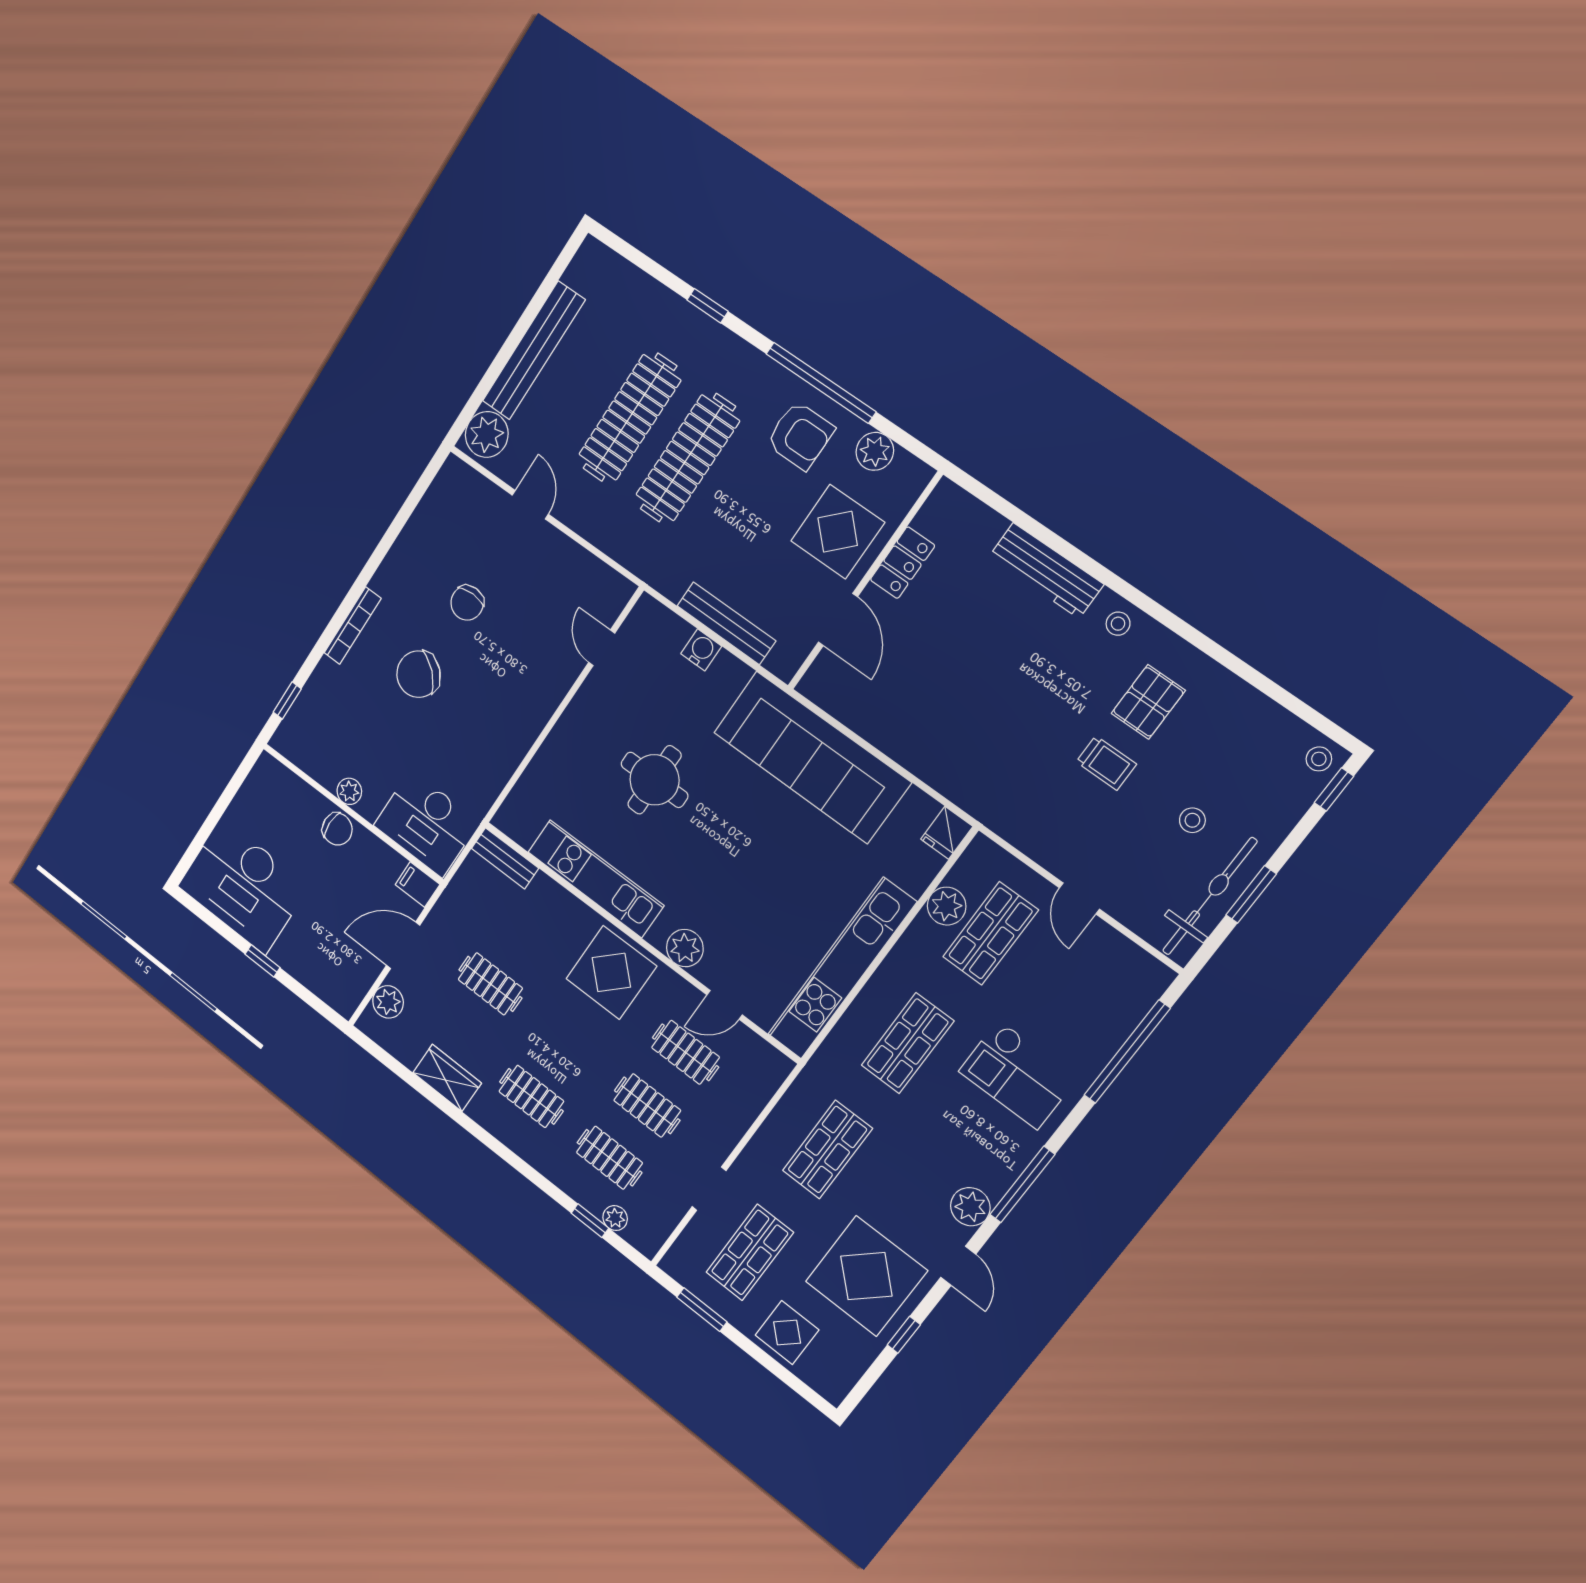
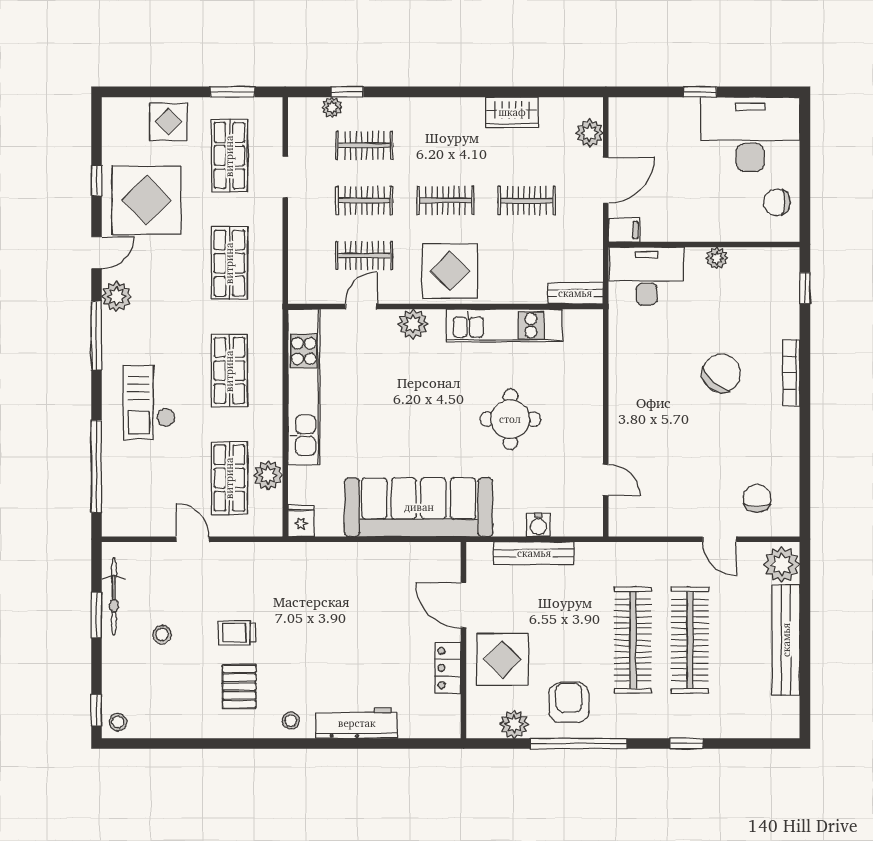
armchair: (800, 436) -> (569, 702), turned 90
chair: (467, 603) -> (757, 498), moved
chair: (337, 829) -> (777, 202), moved
bicycle: (1210, 896) -> (114, 596), width x0.73, depth x0.71
checkout: (1018, 1075) -> (149, 403), turned -90
clothes rail: (531, 1096) -> (445, 201), moved
door: (958, 1266) -> (96, 253), swing flipped

